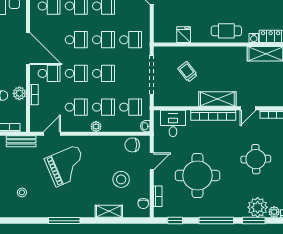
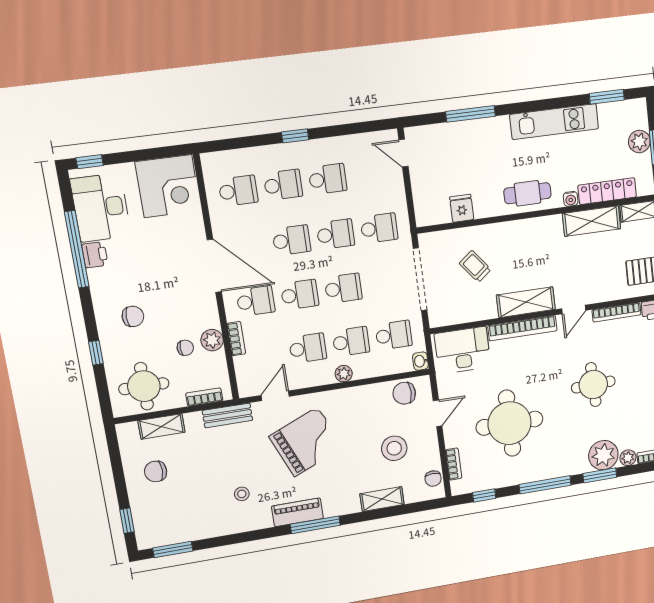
desk: (173, 123) -> (463, 350), width x1.37
piano: (54, 210) -> (297, 512), added

